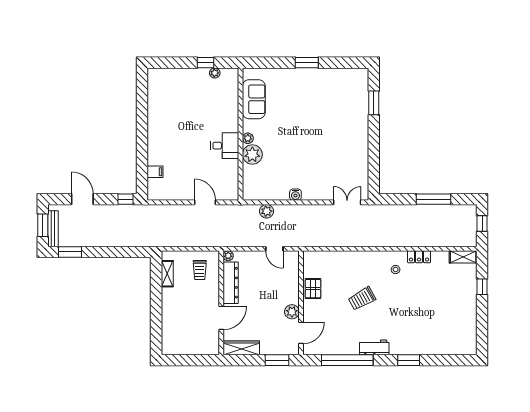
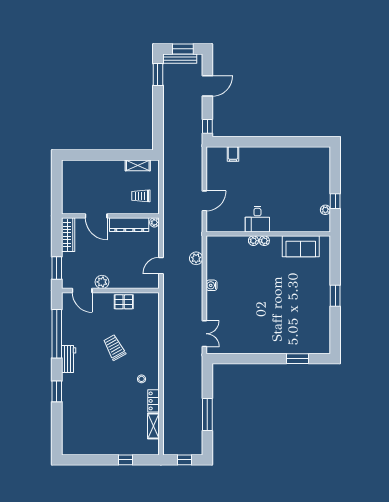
plant: (252, 155) -> (253, 241), width x0.53, depth x0.53
shelving: (463, 257) -> (153, 426), moved

